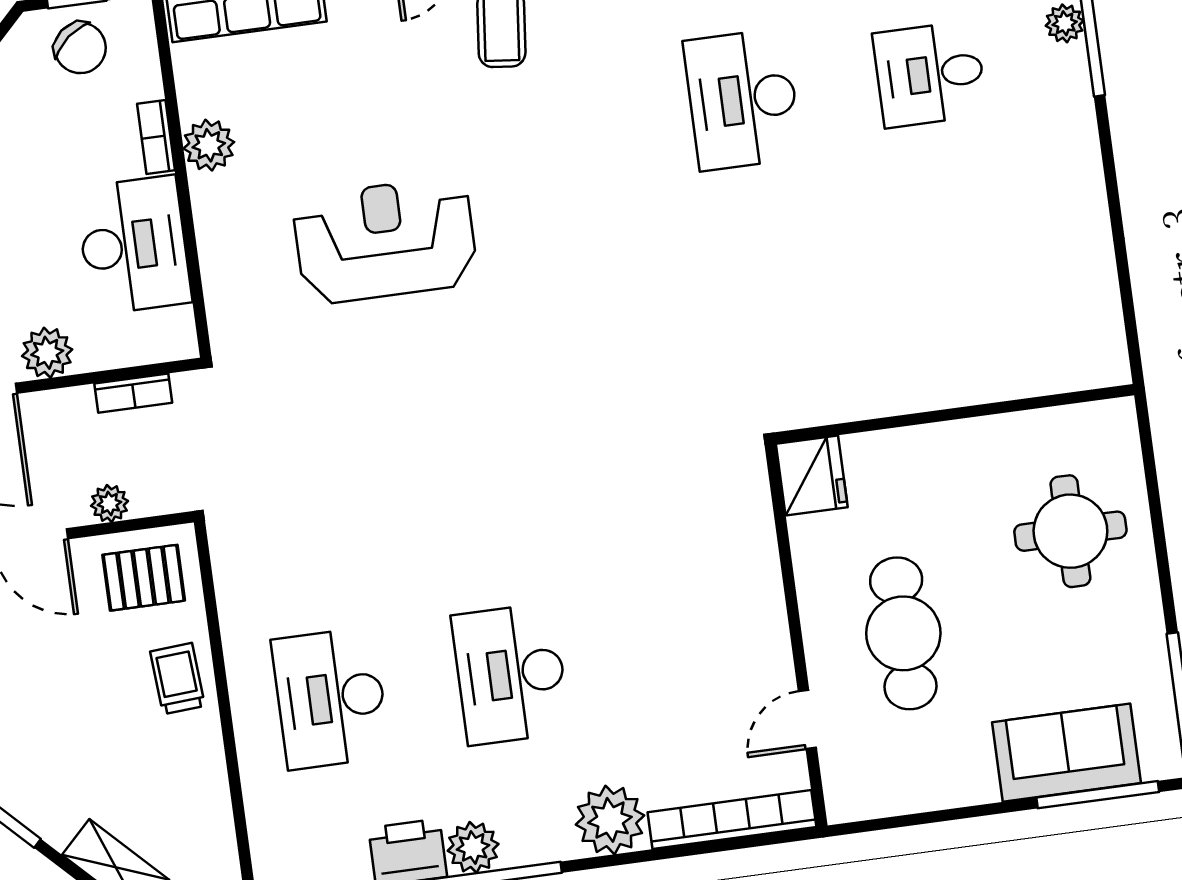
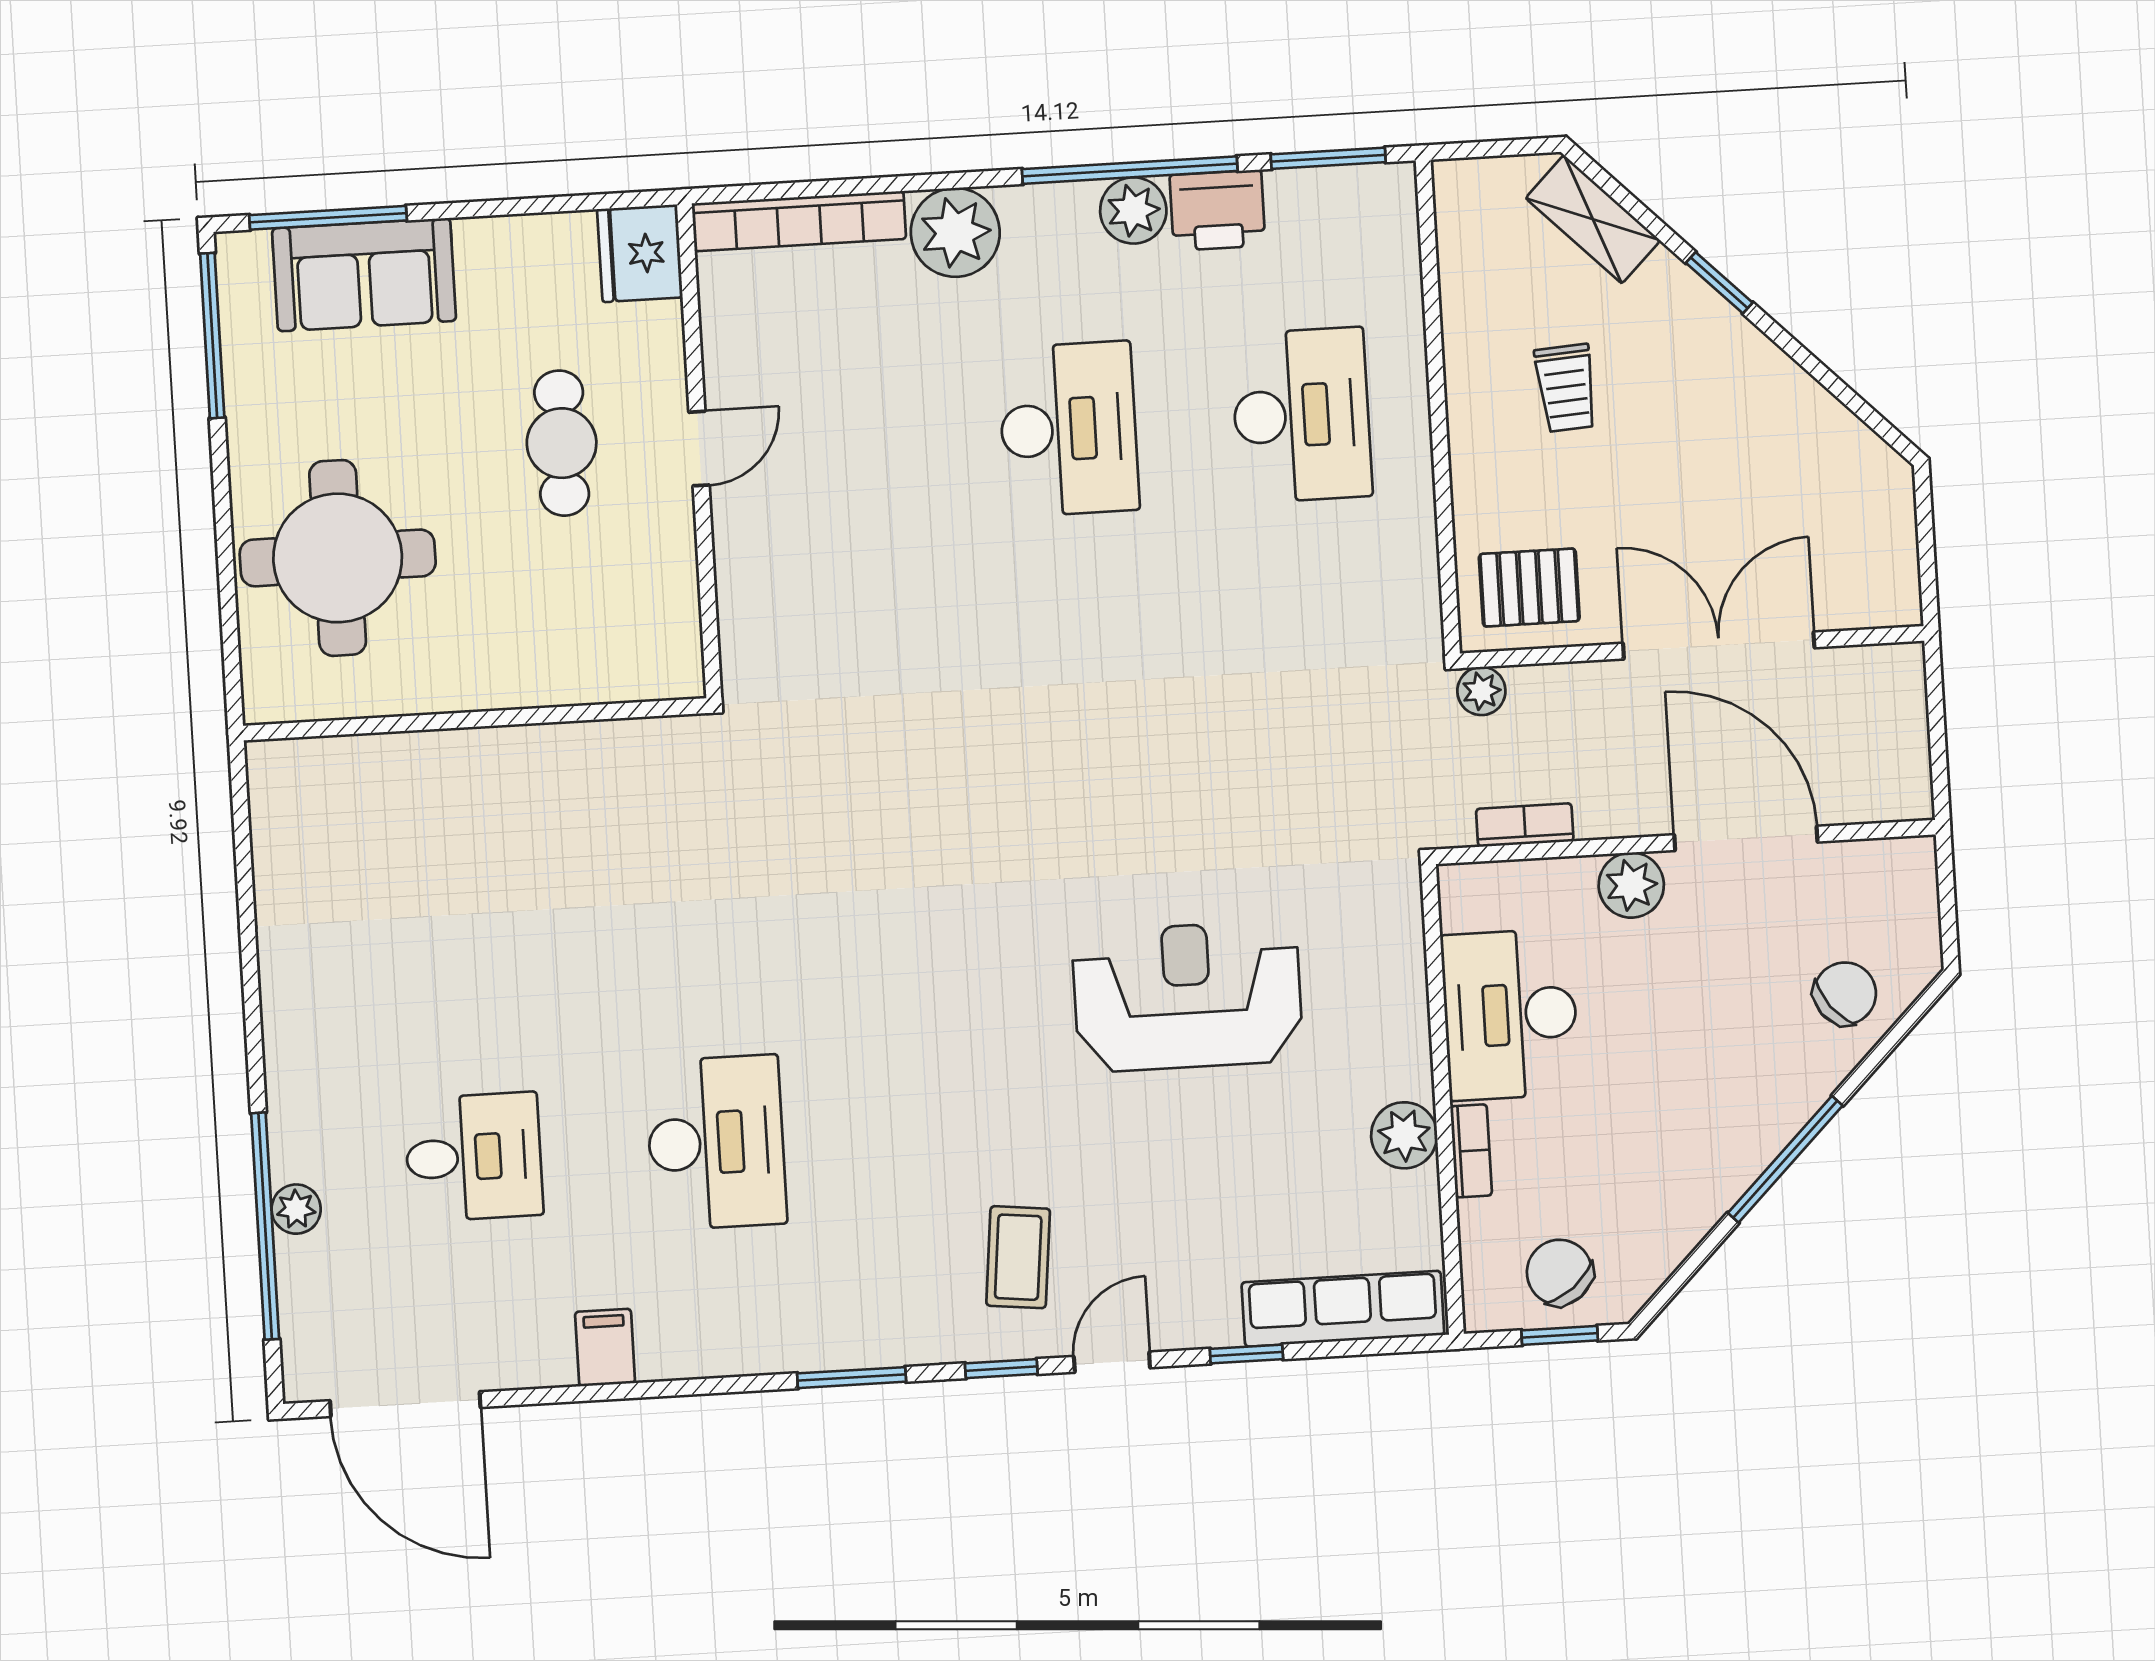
reception desk: (385, 241) -> (1187, 996), turned 180
fridge: (812, 476) -> (640, 253), moved
plant: (109, 503) -> (1481, 691), moved
round table: (1070, 531) -> (338, 558), width x1.36, depth x1.36
cafe table: (903, 633) -> (562, 443), width x0.73, depth x0.74
trolley: (178, 679) -> (1566, 388), moved
door: (807, 720) -> (699, 449), moved

